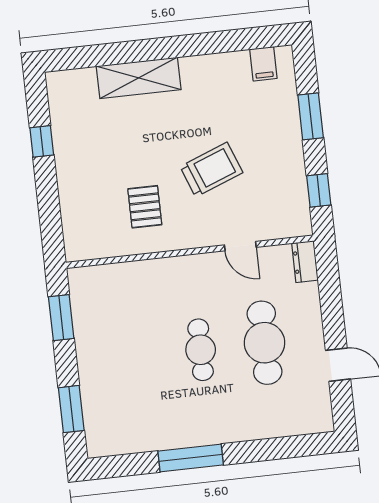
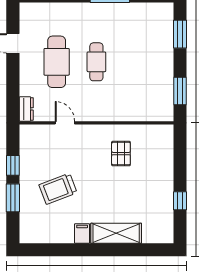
filing cabinet: (263, 64) -> (82, 233), moved
trolley: (211, 170) -> (58, 189), moved
window: (319, 190) -> (13, 165), moved

